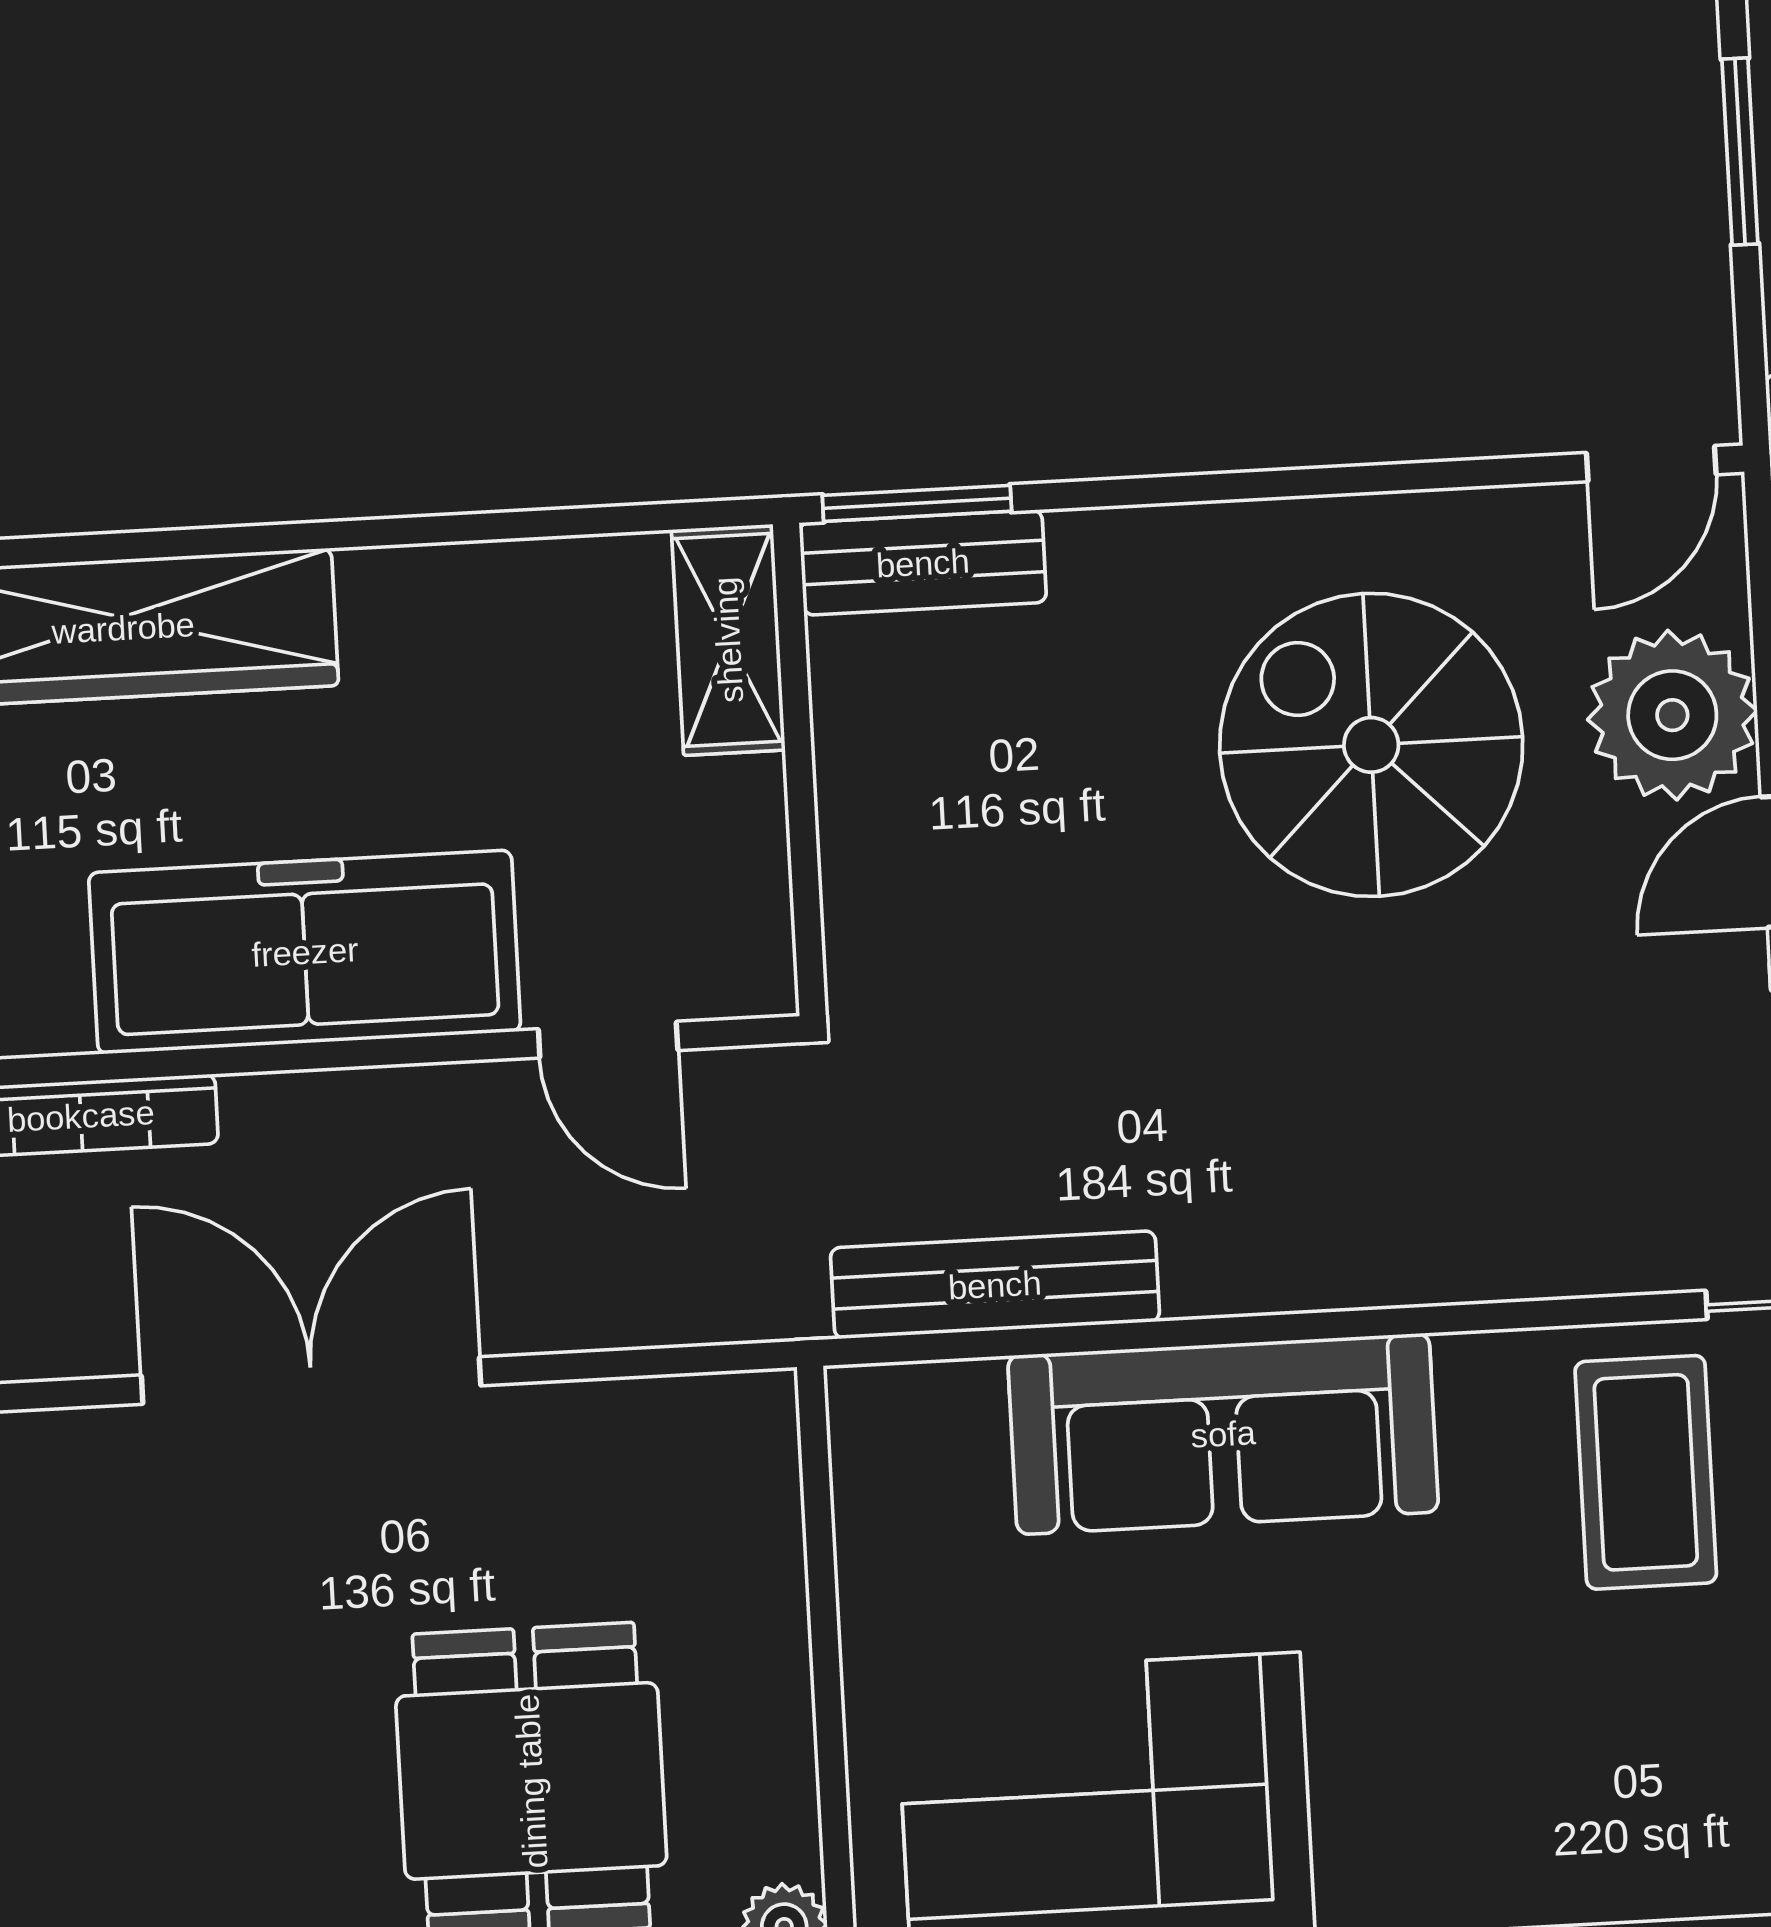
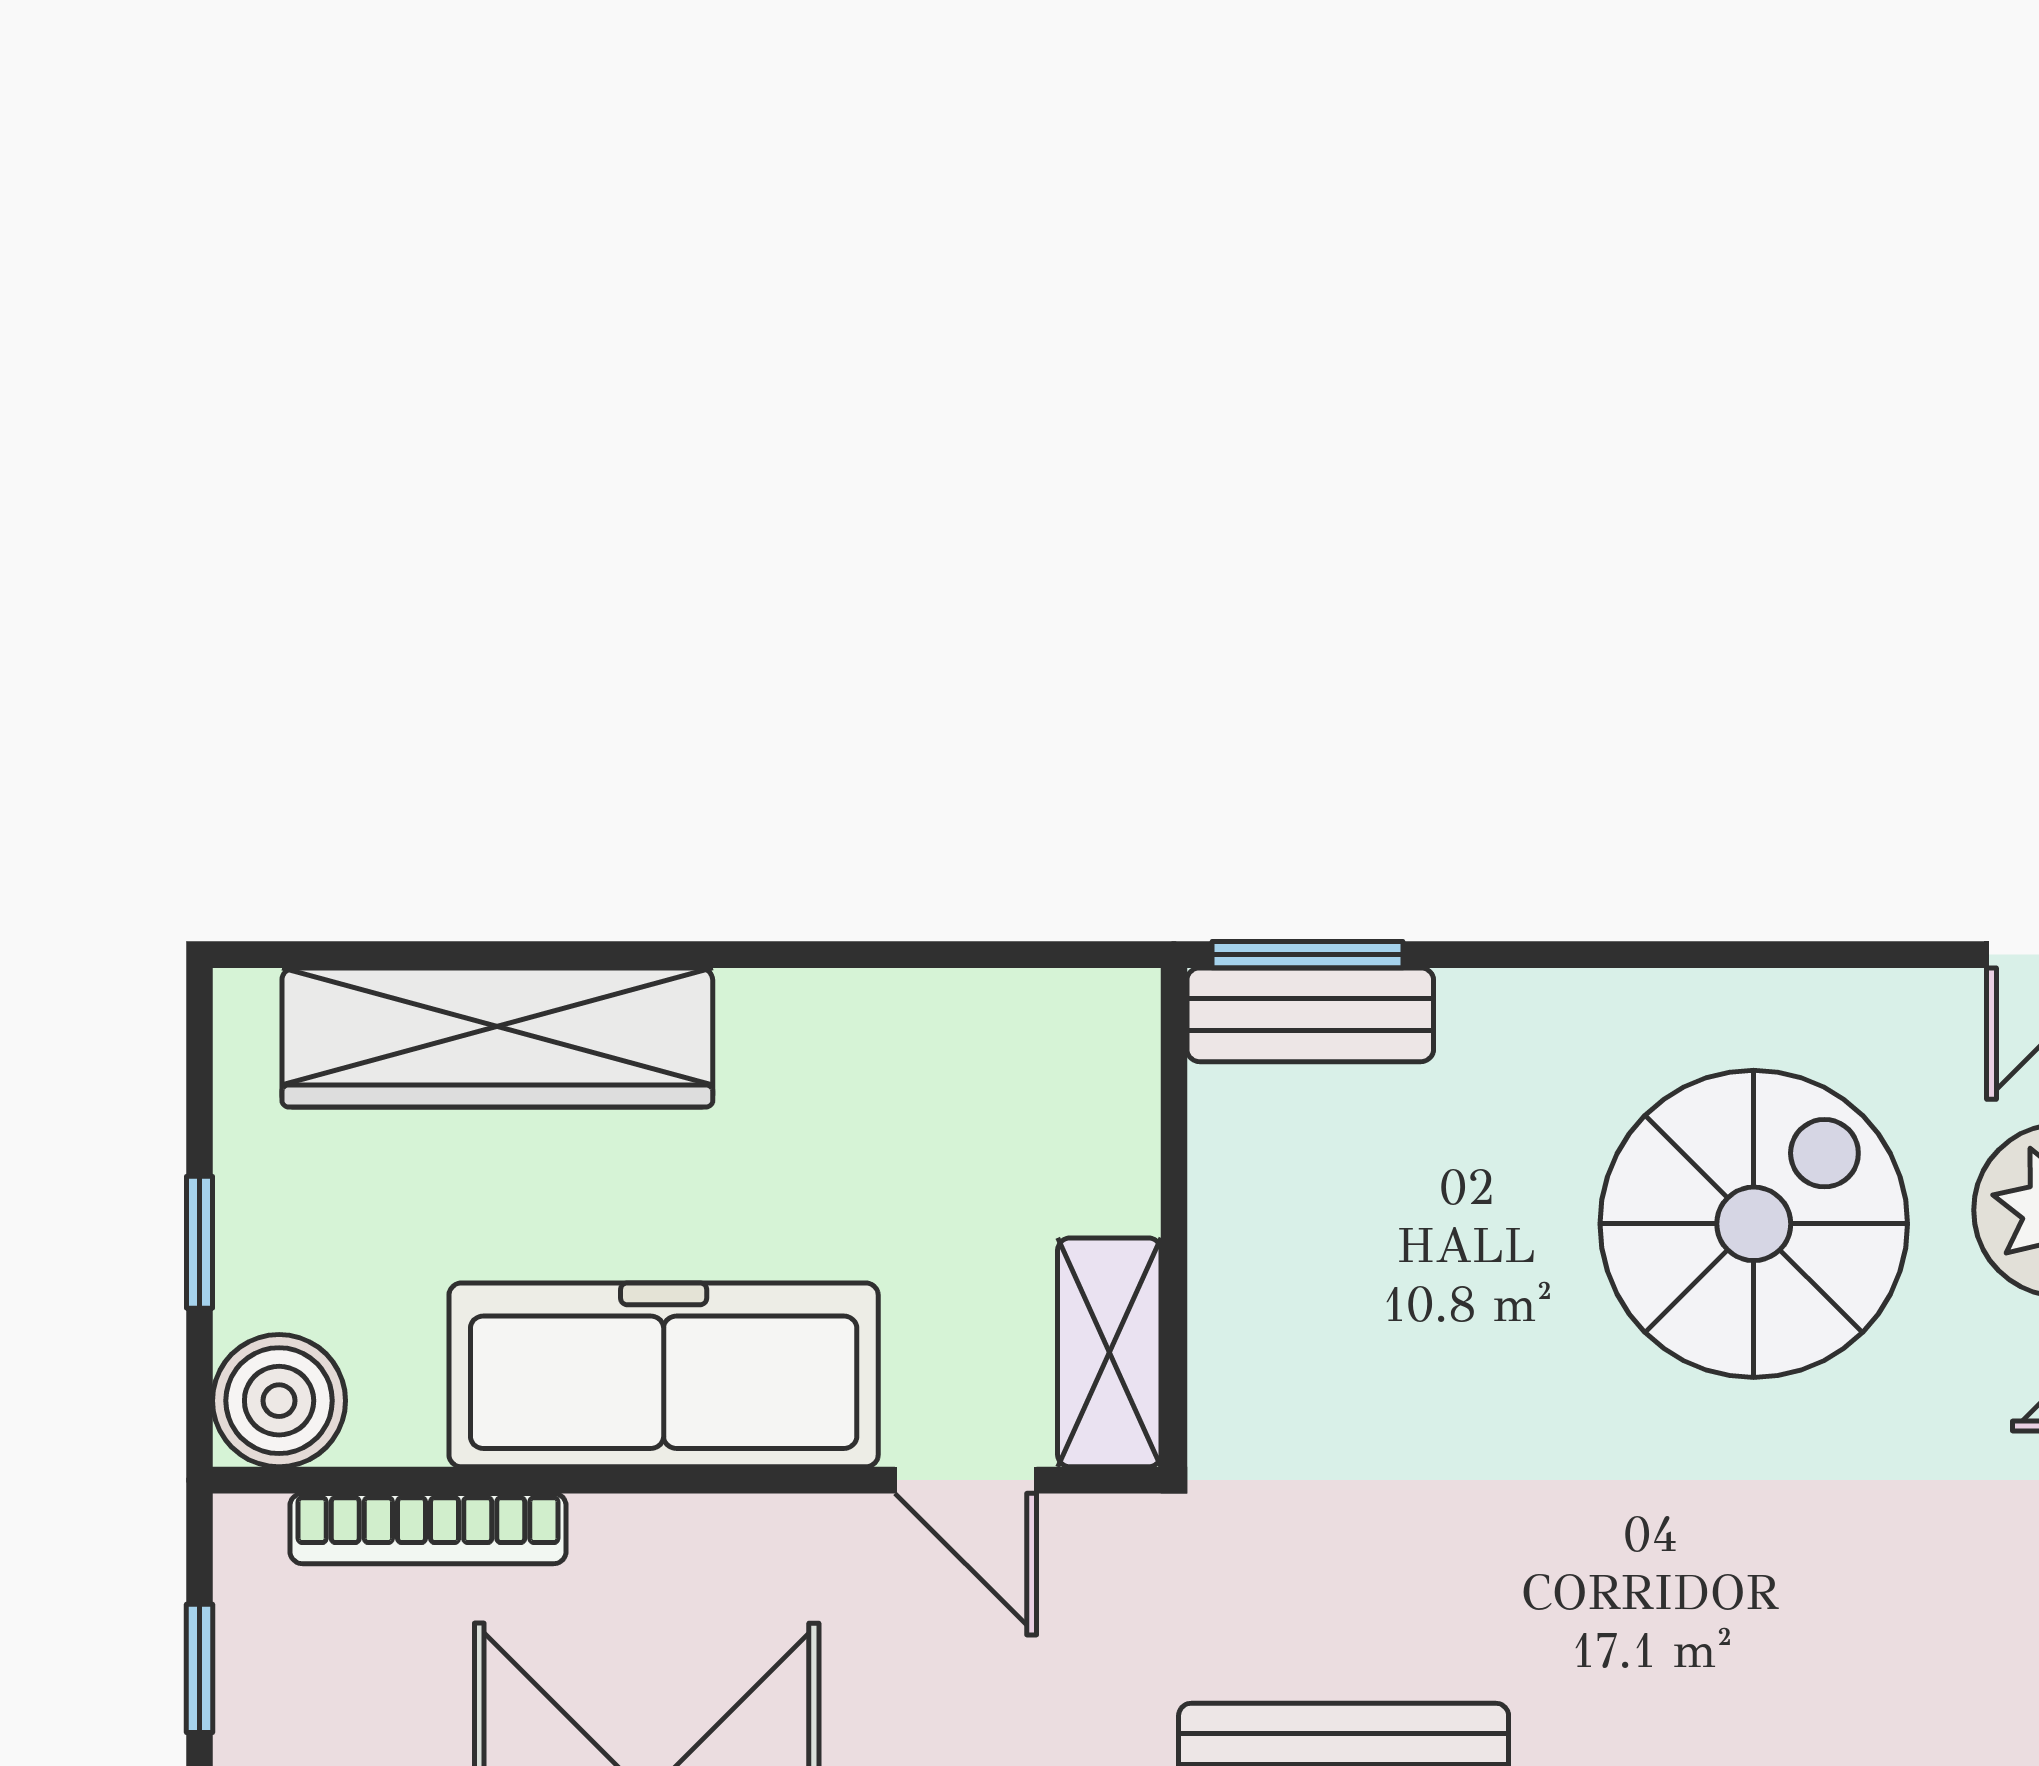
shelving: (728, 640) -> (1109, 1352), moved
spiral stairs: (1371, 745) -> (1754, 1224), turned 90

